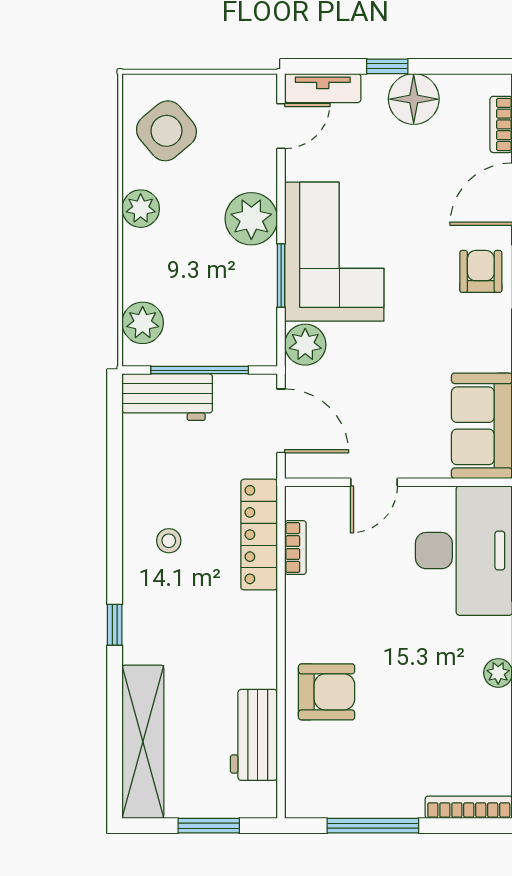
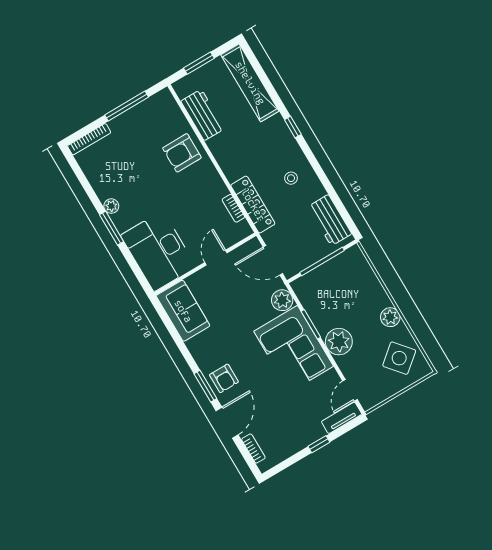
floor lamp: (414, 99) -> (299, 437), removed
plant: (143, 323) -> (359, 267), removed
workbench: (167, 397) -> (330, 220), moved, turned -90

